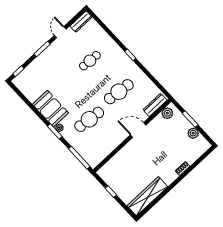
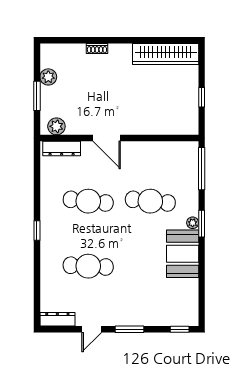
cafe table: (90, 61) -> (88, 266), width x1.37, depth x1.35

